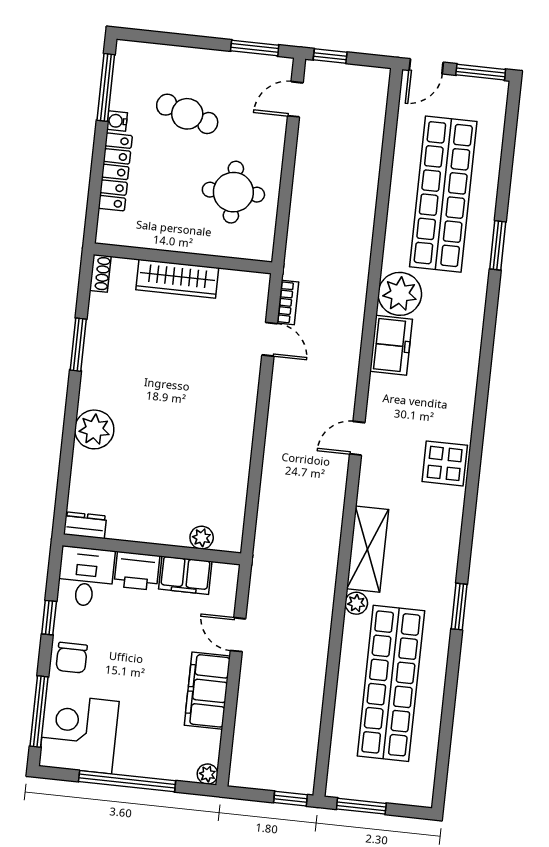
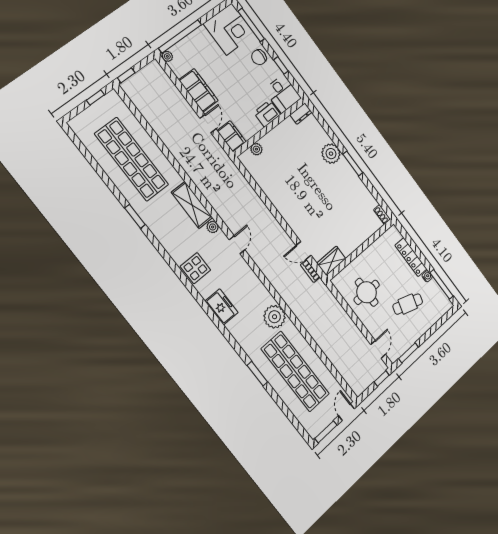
wardrobe: (177, 279) -> (331, 261), moved, width x0.67
window: (78, 345) -> (353, 163), moved
freezer: (391, 345) -> (222, 307), moved, turned 180
filing cabinet: (185, 575) -> (232, 136), moved, turned 90
plant: (356, 603) -> (213, 227), moved
door: (238, 635) -> (208, 124), hinge flipped
chair: (72, 658) -> (259, 57), turned -90
window: (127, 781) -> (180, 36), moved
window: (361, 806) -> (95, 97), width x0.67

